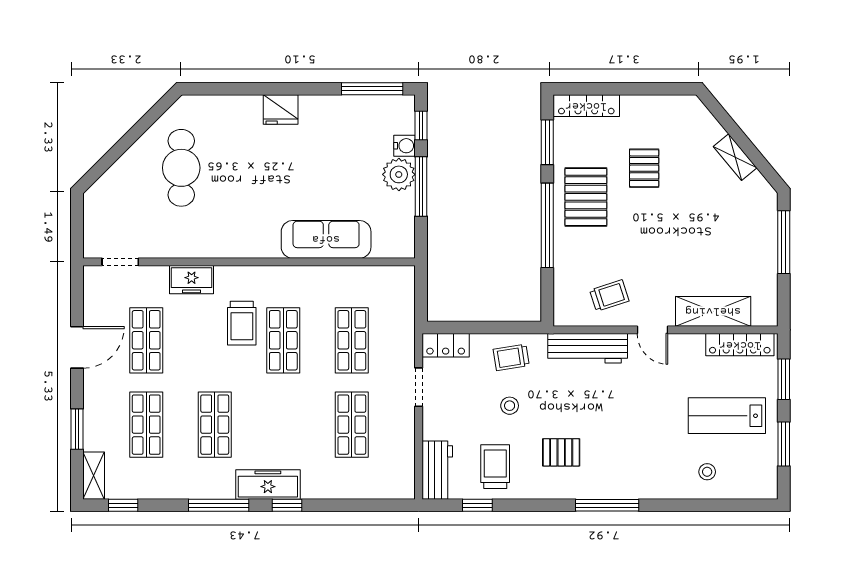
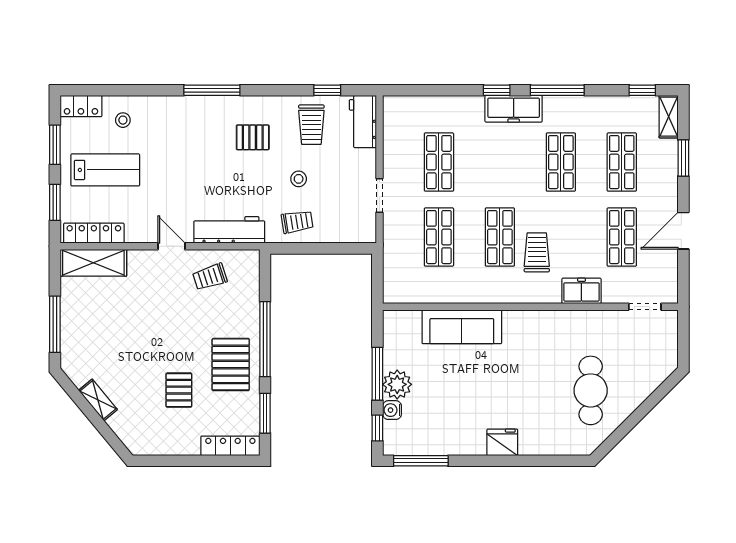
shelving: (713, 311) -> (93, 263), moved
locker: (446, 345) -> (81, 106), moved, turned 180

